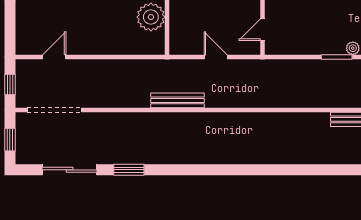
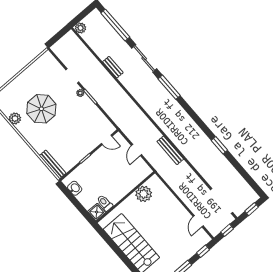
window: (10, 29) -> (203, 251), added
door: (54, 57) -> (198, 221), hinge flipped
sliding door: (70, 170) -> (144, 58), moved
window: (260, 170) -> (169, 87), added

